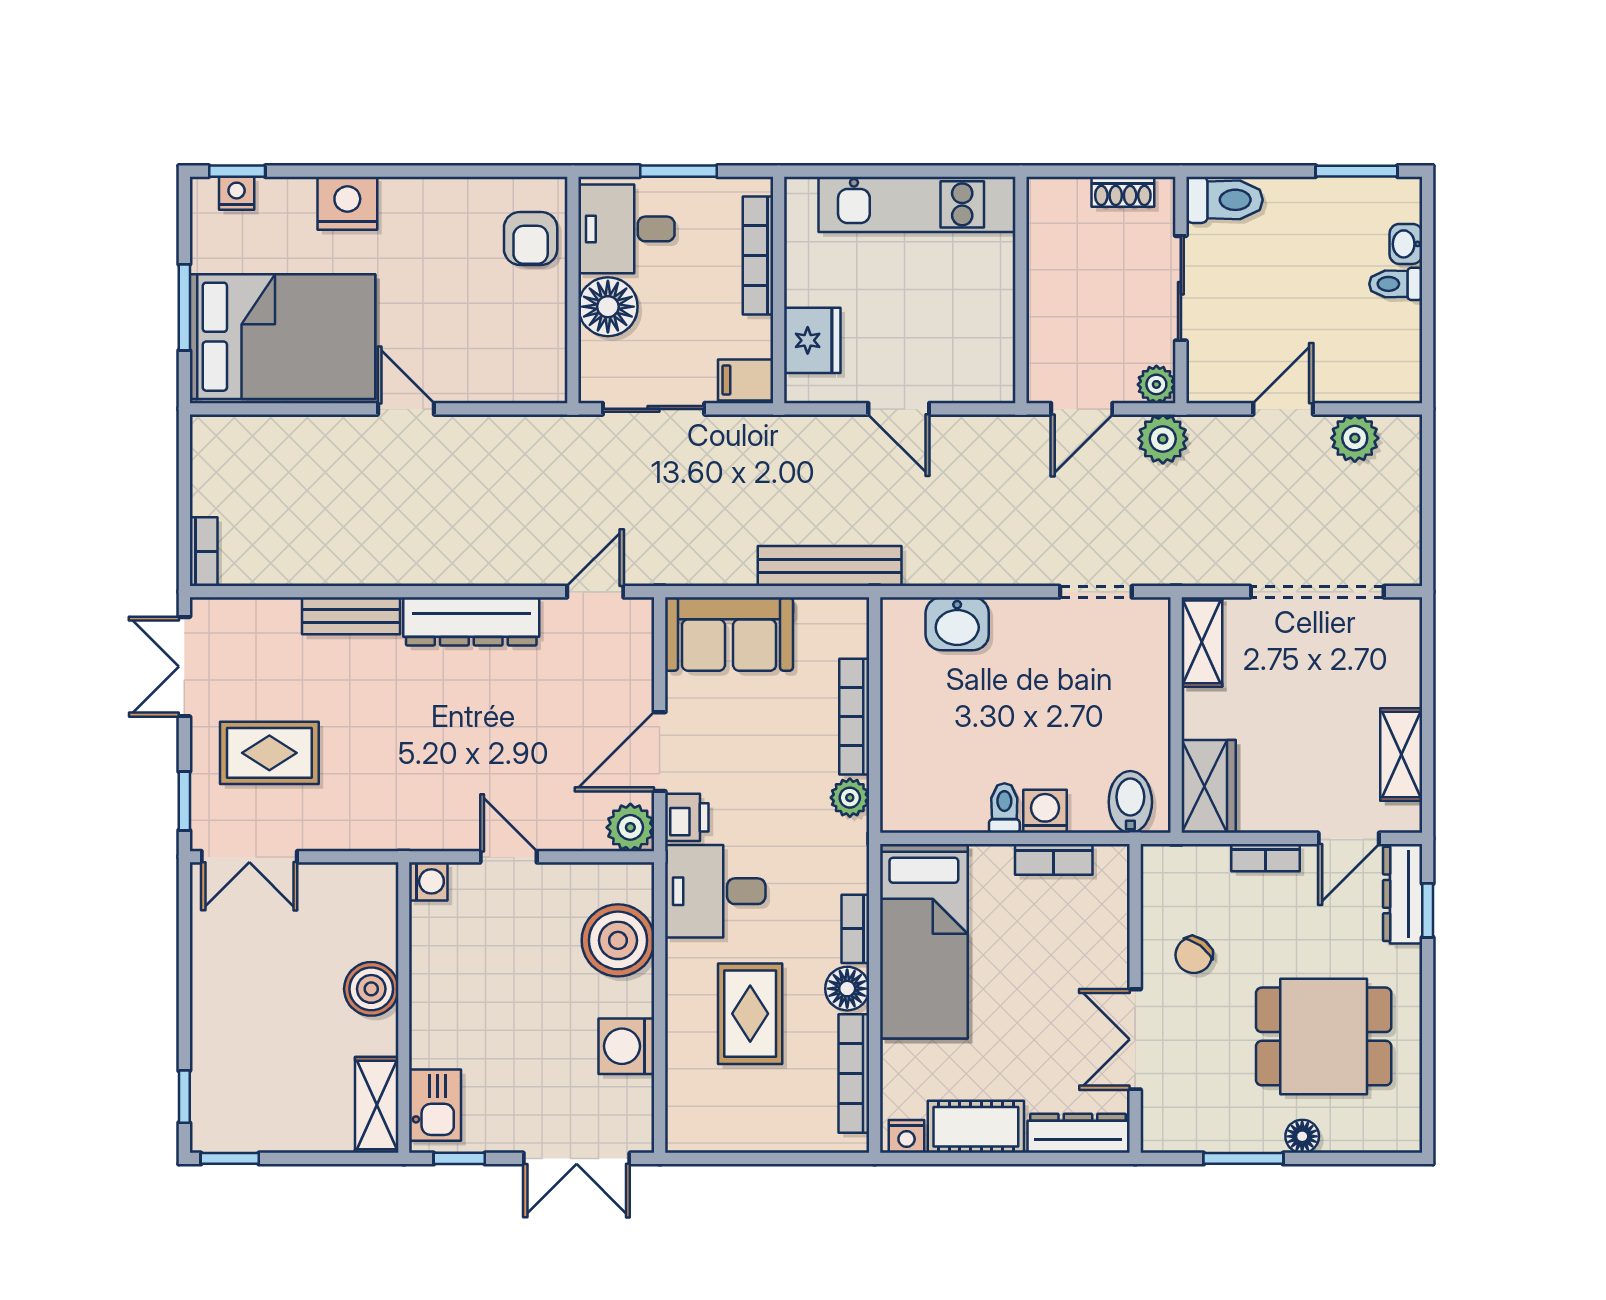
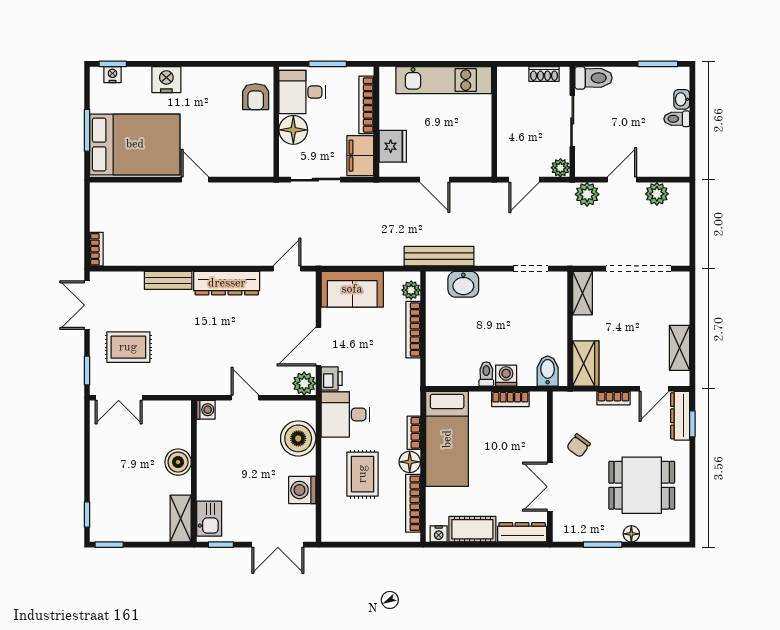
filing cabinet: (746, 380) -> (360, 156), width x2.00
plant: (1163, 439) -> (587, 194), moved
bench: (830, 566) -> (439, 256), moved
plant: (850, 798) -> (411, 290), moved

